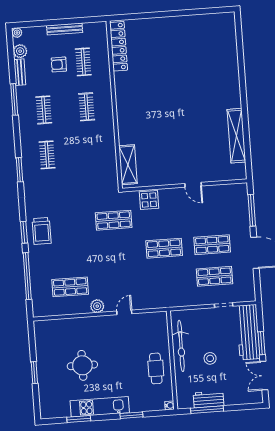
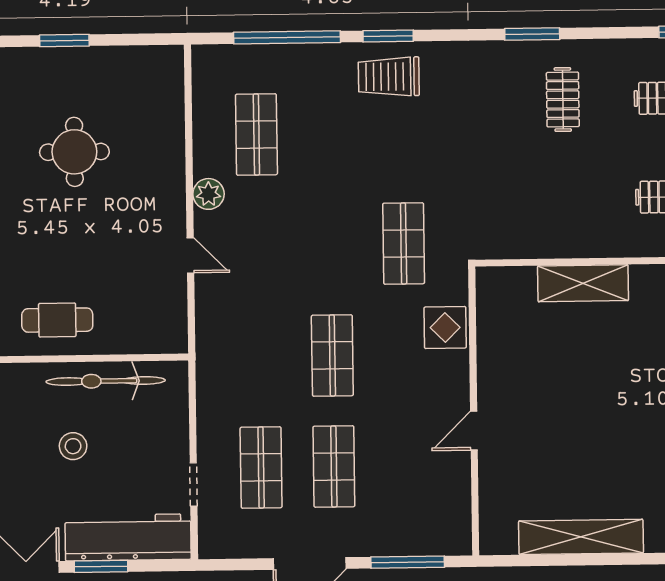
clothes rail: (47, 155) -> (563, 99), turned 90
shelving: (128, 165) -> (583, 283), moved

